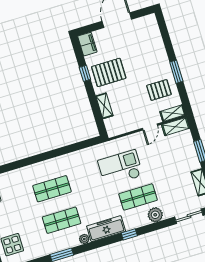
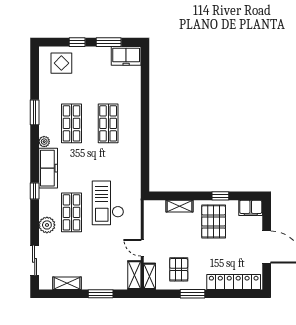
locker: (155, 39) -> (234, 282), added
checkout: (120, 168) -> (108, 203), turned 180

